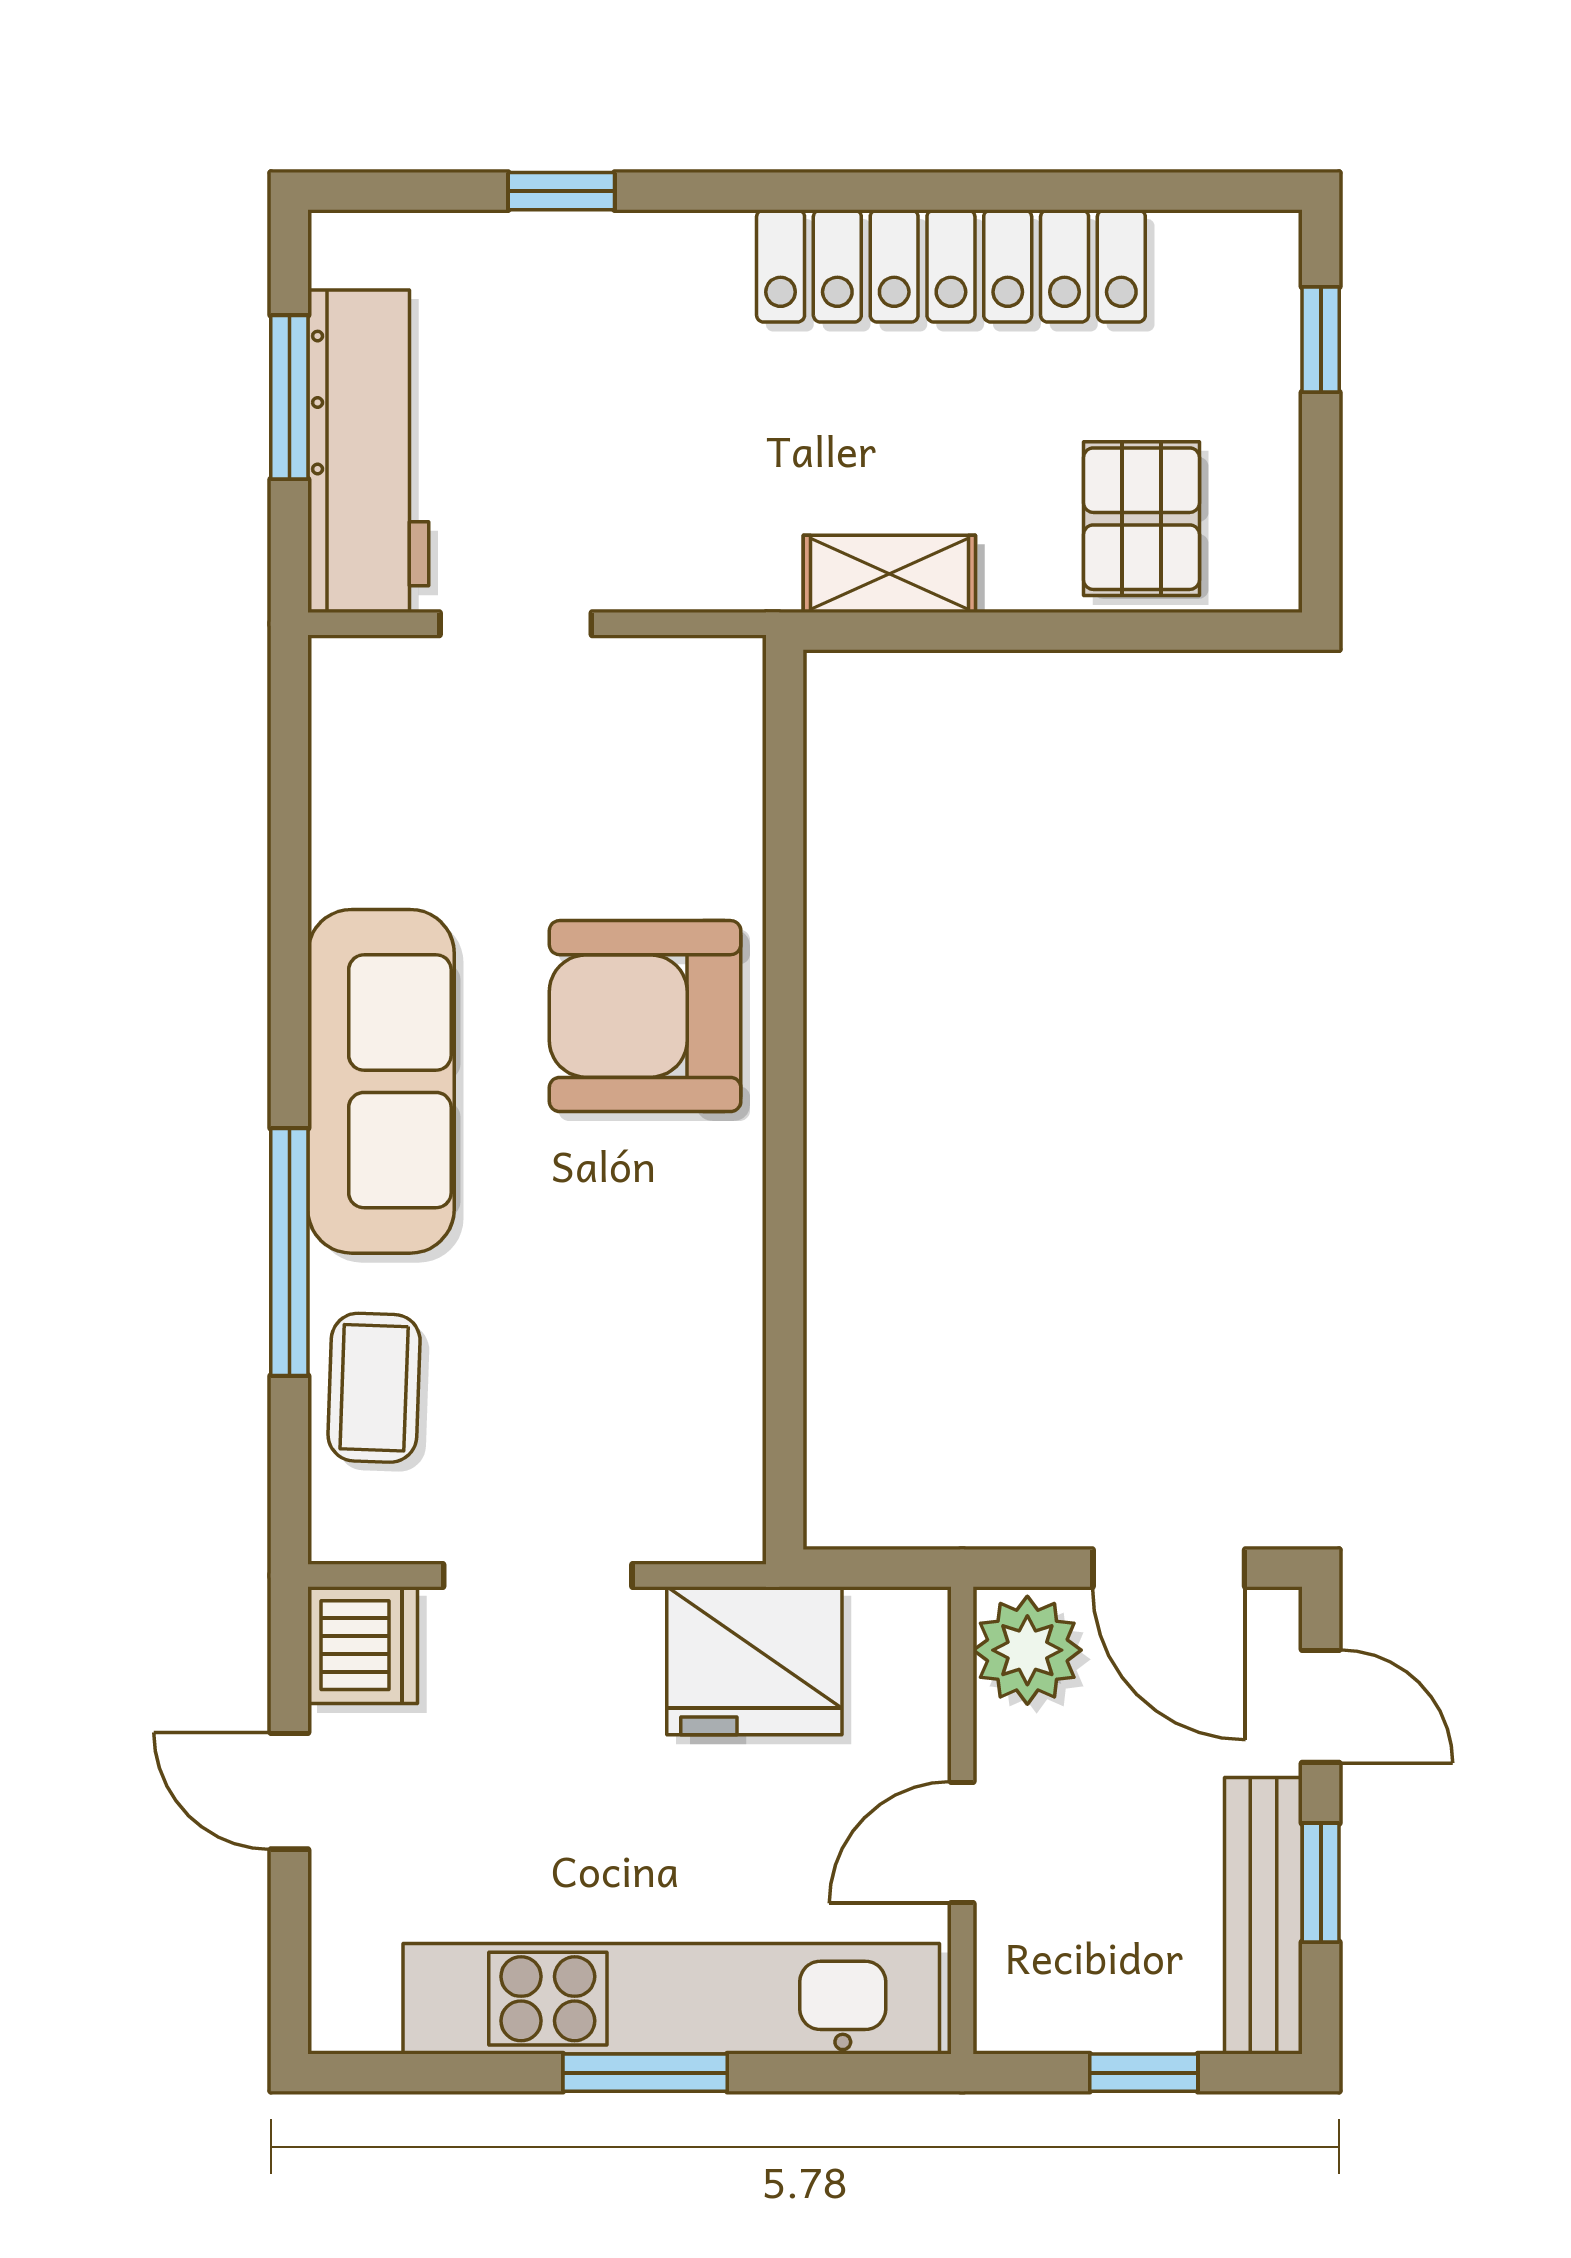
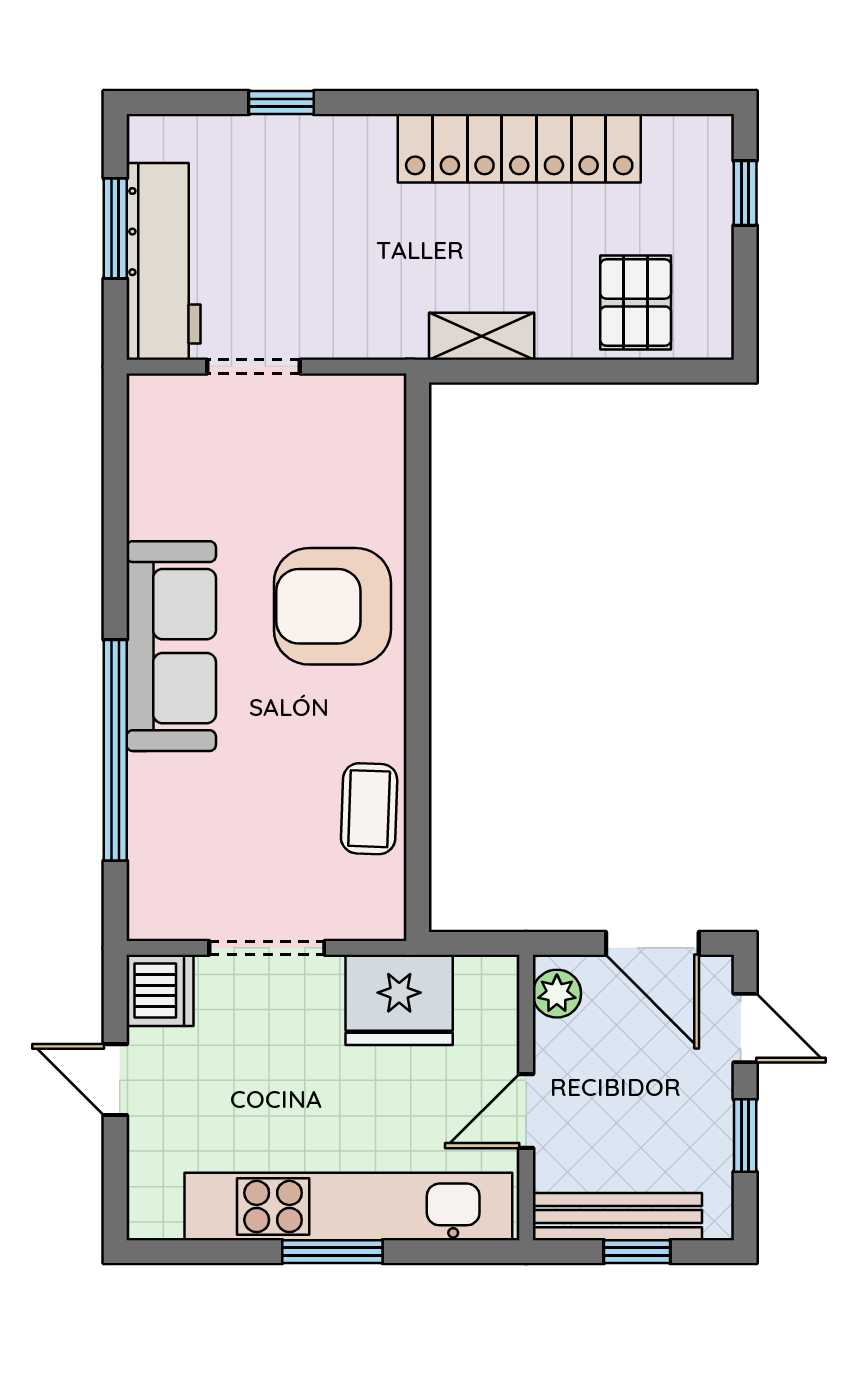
window: (289, 1252) -> (115, 750), width x1.46
coffee table: (374, 1388) -> (369, 809), moved
plant: (1027, 1650) -> (557, 994), width x0.73, depth x0.73
bench: (1263, 1916) -> (617, 1217), moved, turned 90

